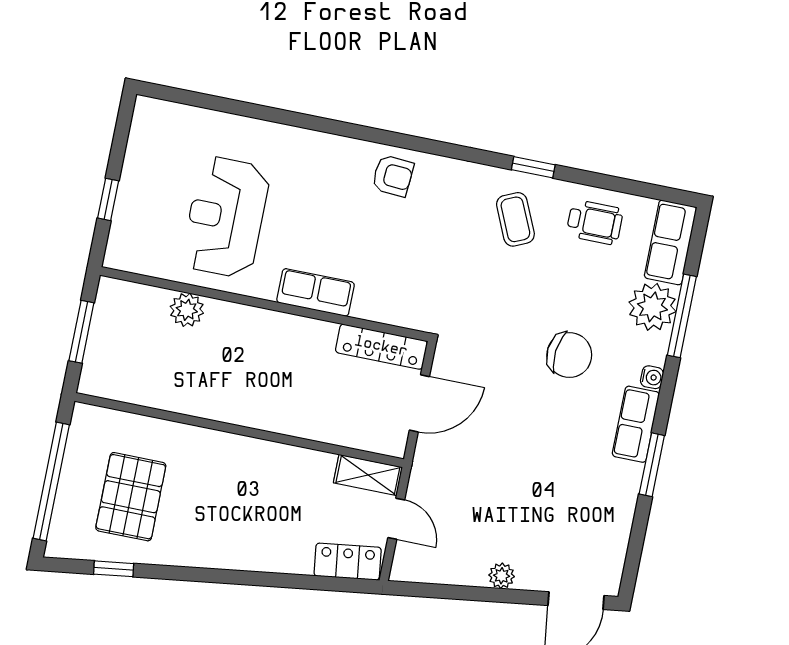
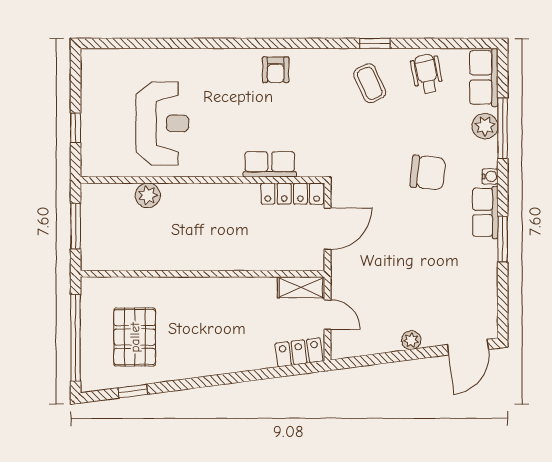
armchair: (393, 176) -> (276, 70), turned 86
reception desk: (226, 217) -> (162, 123), turned 180
wheelchair: (595, 222) -> (427, 74), turned -101
row of seats: (316, 292) -> (270, 164), moved
plant: (652, 307) -> (485, 126), width x0.73, depth x0.73

